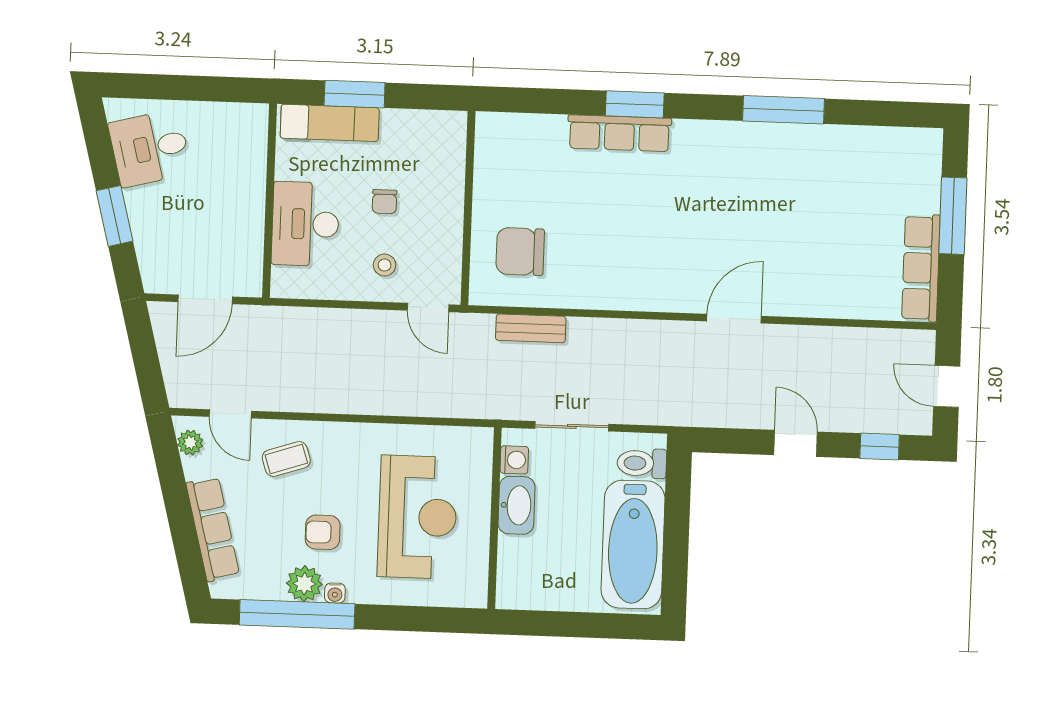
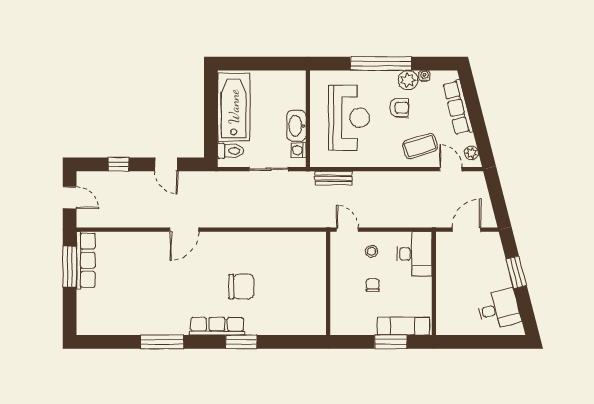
row of seats: (619, 133) -> (217, 326), moved
window: (953, 216) -> (70, 266), moved
desk: (305, 224) -> (414, 254), moved
chair: (520, 252) -> (241, 287), moved
bench: (531, 328) -> (334, 178), moved
door: (796, 443) -> (166, 164), moved
window: (880, 446) -> (119, 164), moved
coffee table: (286, 459) -> (420, 146), width x1.36, depth x1.30
reception desk: (417, 517) -> (349, 118), turned 180
water cooler: (335, 593) -> (424, 76), moved
window: (297, 614) -> (381, 64), moved

